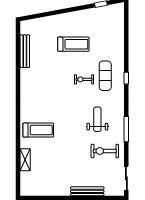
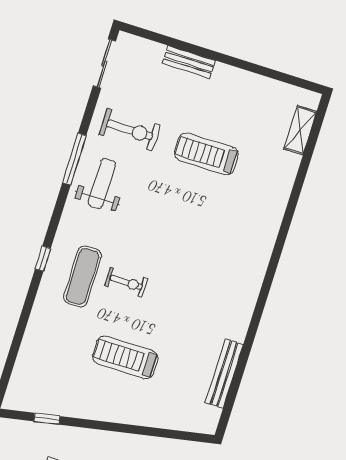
weight bench: (97, 119) -> (102, 183), moved, turned 180
treadmill: (38, 130) -> (206, 154), moved
shelving: (25, 160) -> (300, 130), moved
bench: (87, 191) -> (189, 62), width x0.73

